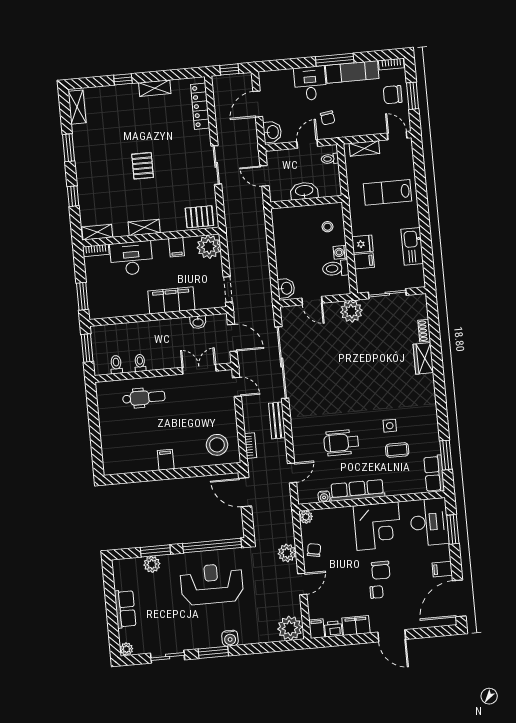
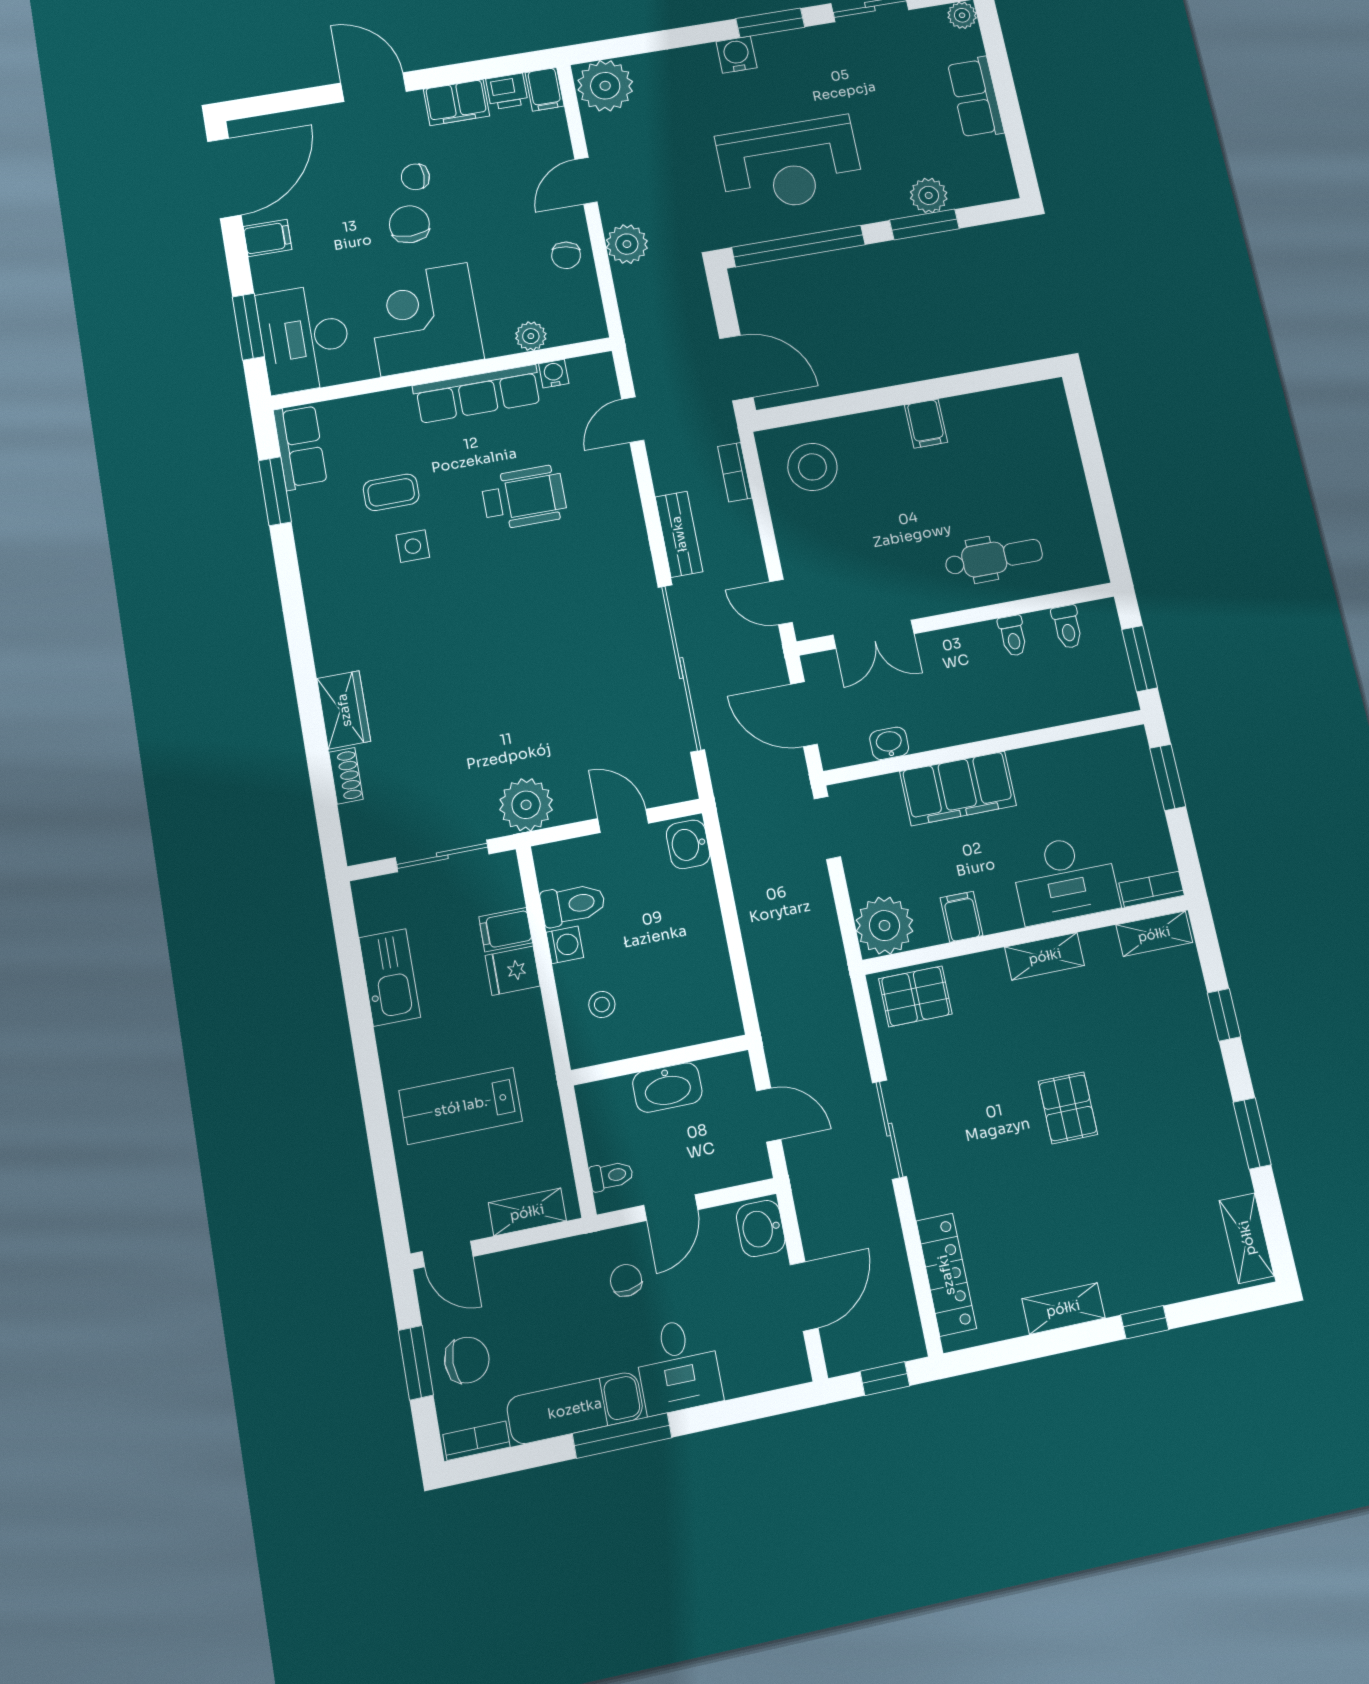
lab bench: (388, 192) -> (461, 1106), turned 180
dental chair: (144, 398) -> (994, 558), turned 180
plant: (306, 517) -> (531, 336), moved

